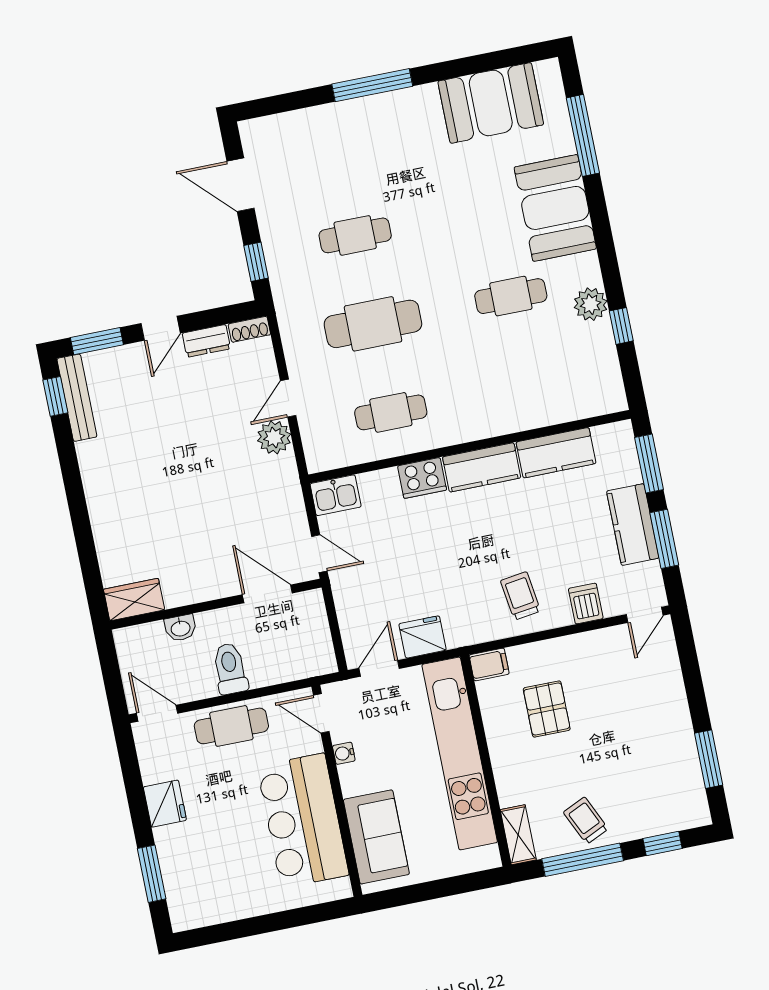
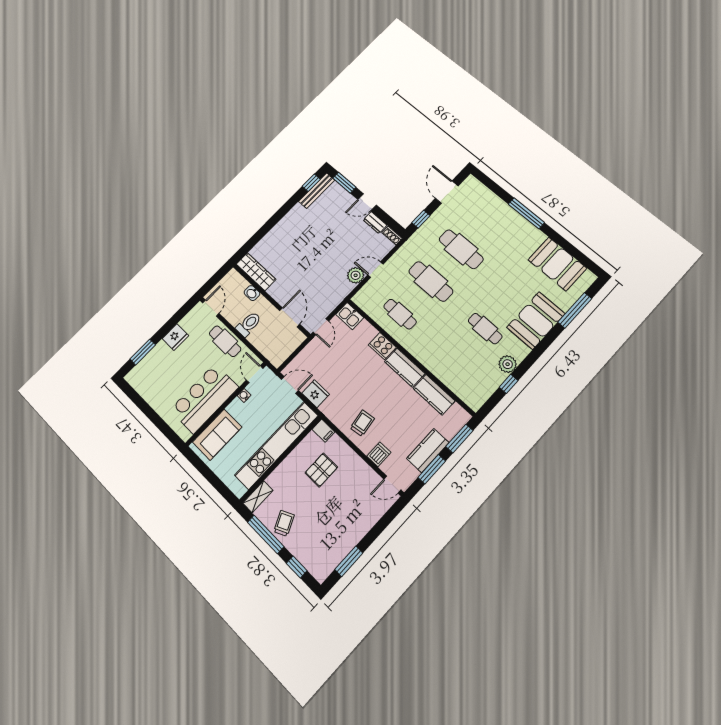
cafe table: (355, 235) -> (461, 249), width x1.37, depth x1.35
wardrobe: (134, 600) -> (256, 272), width x1.50

